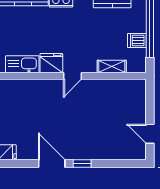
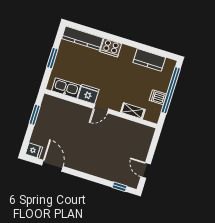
door: (52, 163) -> (53, 166), moved
window: (82, 163) -> (119, 187), moved

